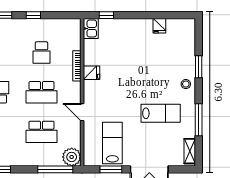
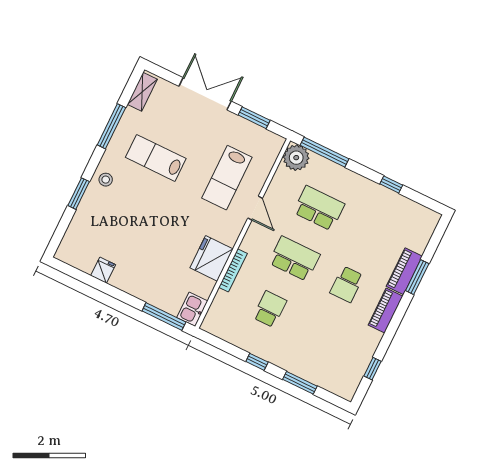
window: (106, 15) -> (164, 316), width x2.17
fridge: (91, 73) -> (212, 258), width x1.88, depth x1.34
lab bench: (112, 143) -> (227, 178), moved

